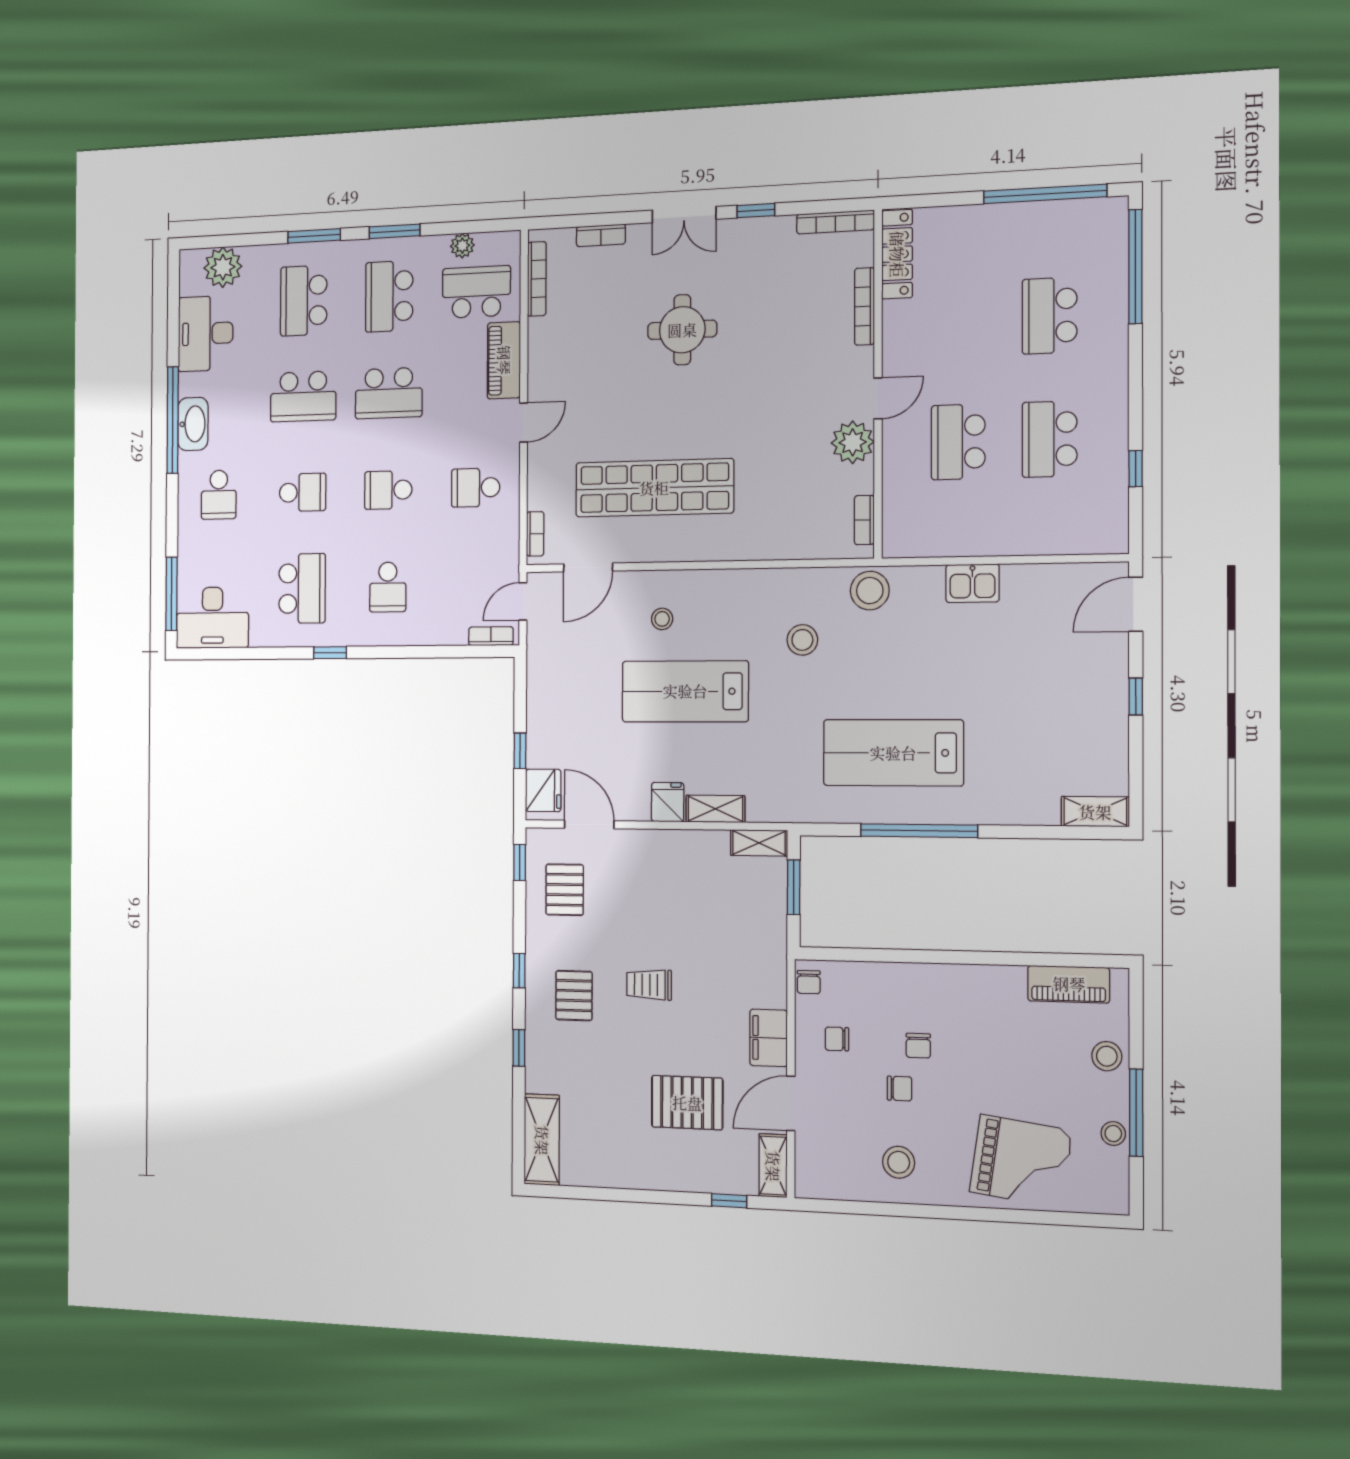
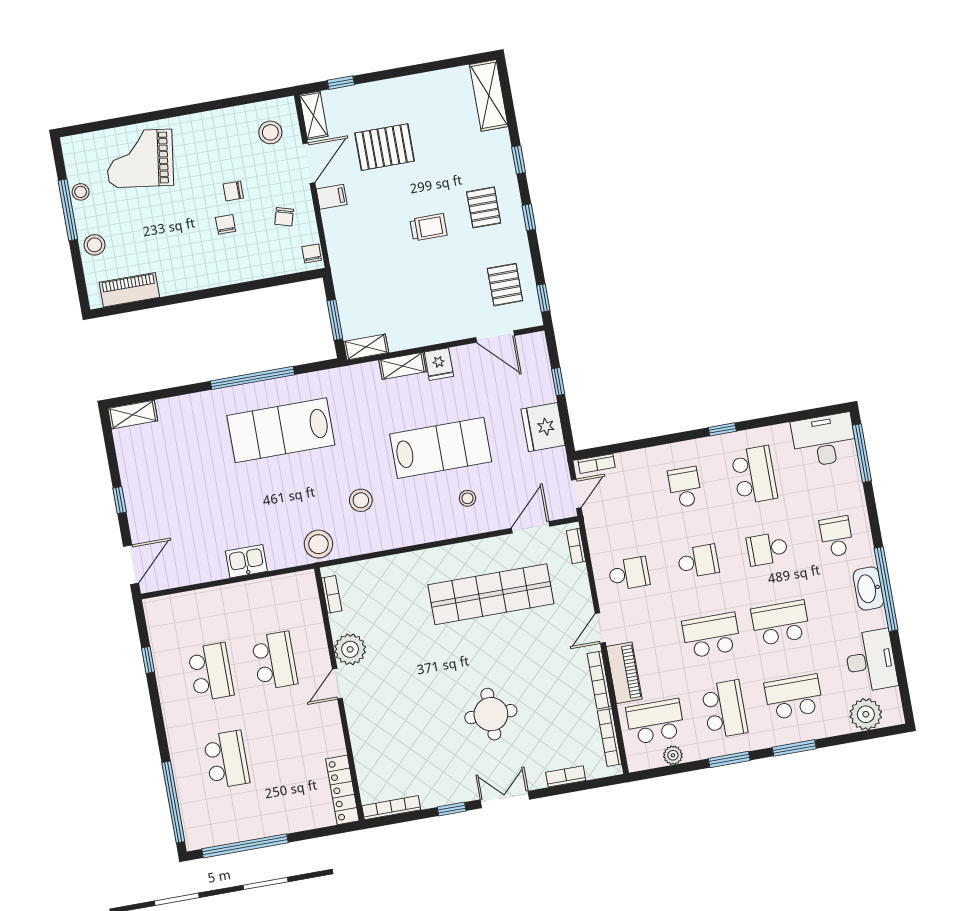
school desk: (476, 292) -> (655, 722), turned 180
school desk: (304, 301) -> (794, 697), turned -90
bookcase: (864, 306) -> (599, 680), moved, turned 180
school desk: (302, 588) -> (754, 475), turned 180
lab bench: (893, 753) -> (281, 430), turned 180
fridge: (543, 790) -> (543, 427), moved, width x1.36, depth x1.34
filing cabinet: (769, 1038) -> (332, 197), width x0.50
chair: (837, 1039) -> (284, 217), turned 106
stool: (899, 1162) -> (270, 132), moved

